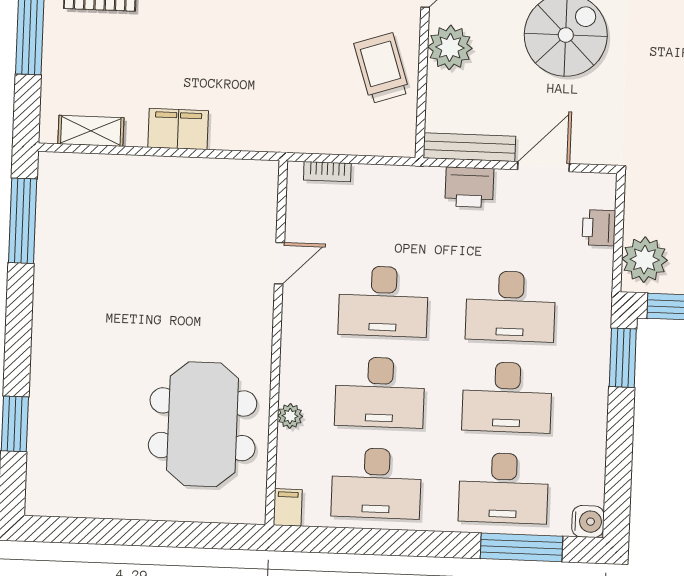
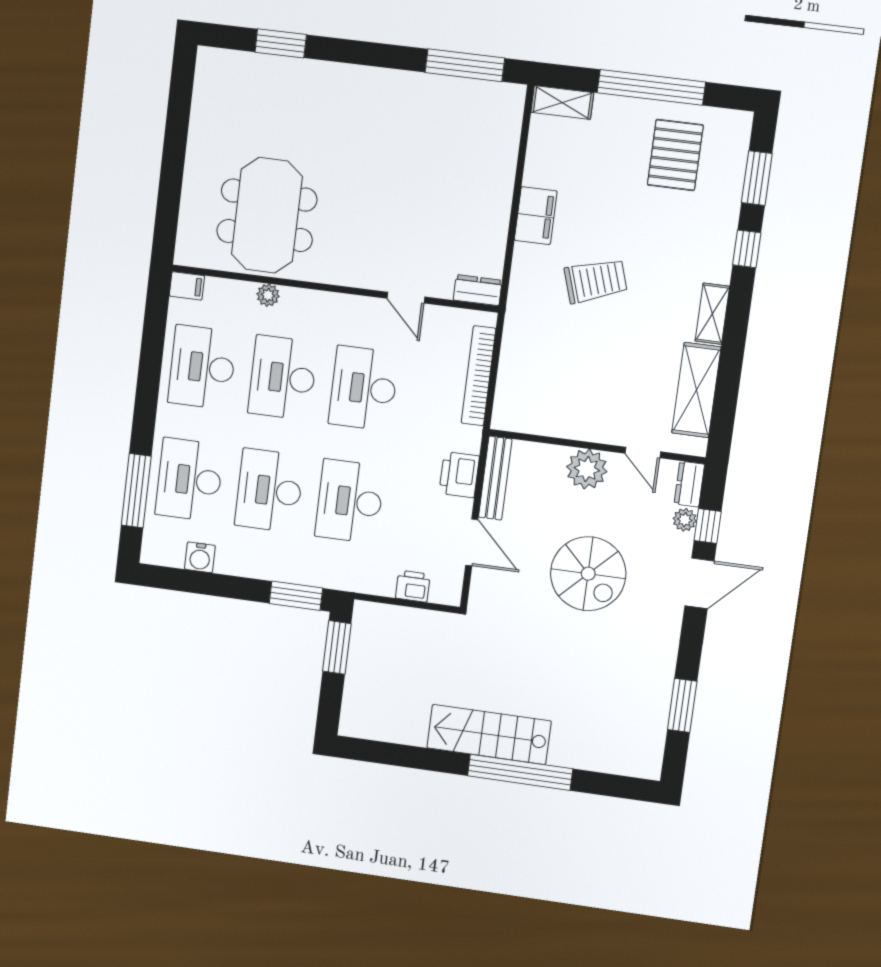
trolley: (382, 68) -> (596, 281), moved
shelving: (91, 131) -> (562, 102), moved, turned 90
bookcase: (327, 172) -> (479, 376), width x2.31, depth x1.31
dresser: (264, 185) -> (478, 290), added
plant: (645, 260) -> (381, 623), removed
meeting table: (203, 424) -> (267, 215), turned 90
water cooler: (588, 521) -> (200, 557), moved

